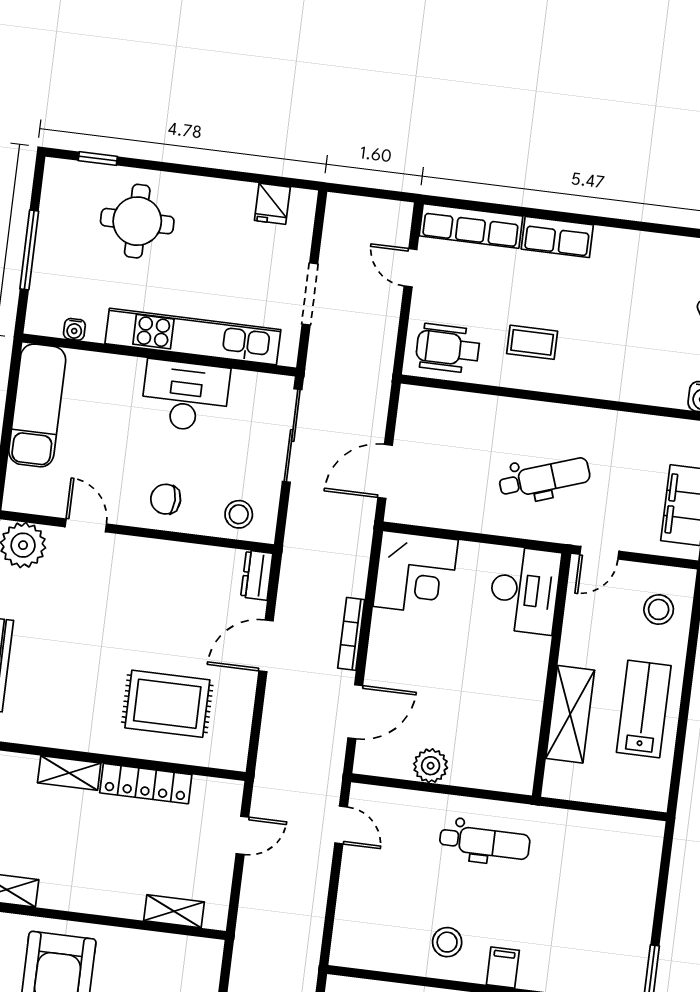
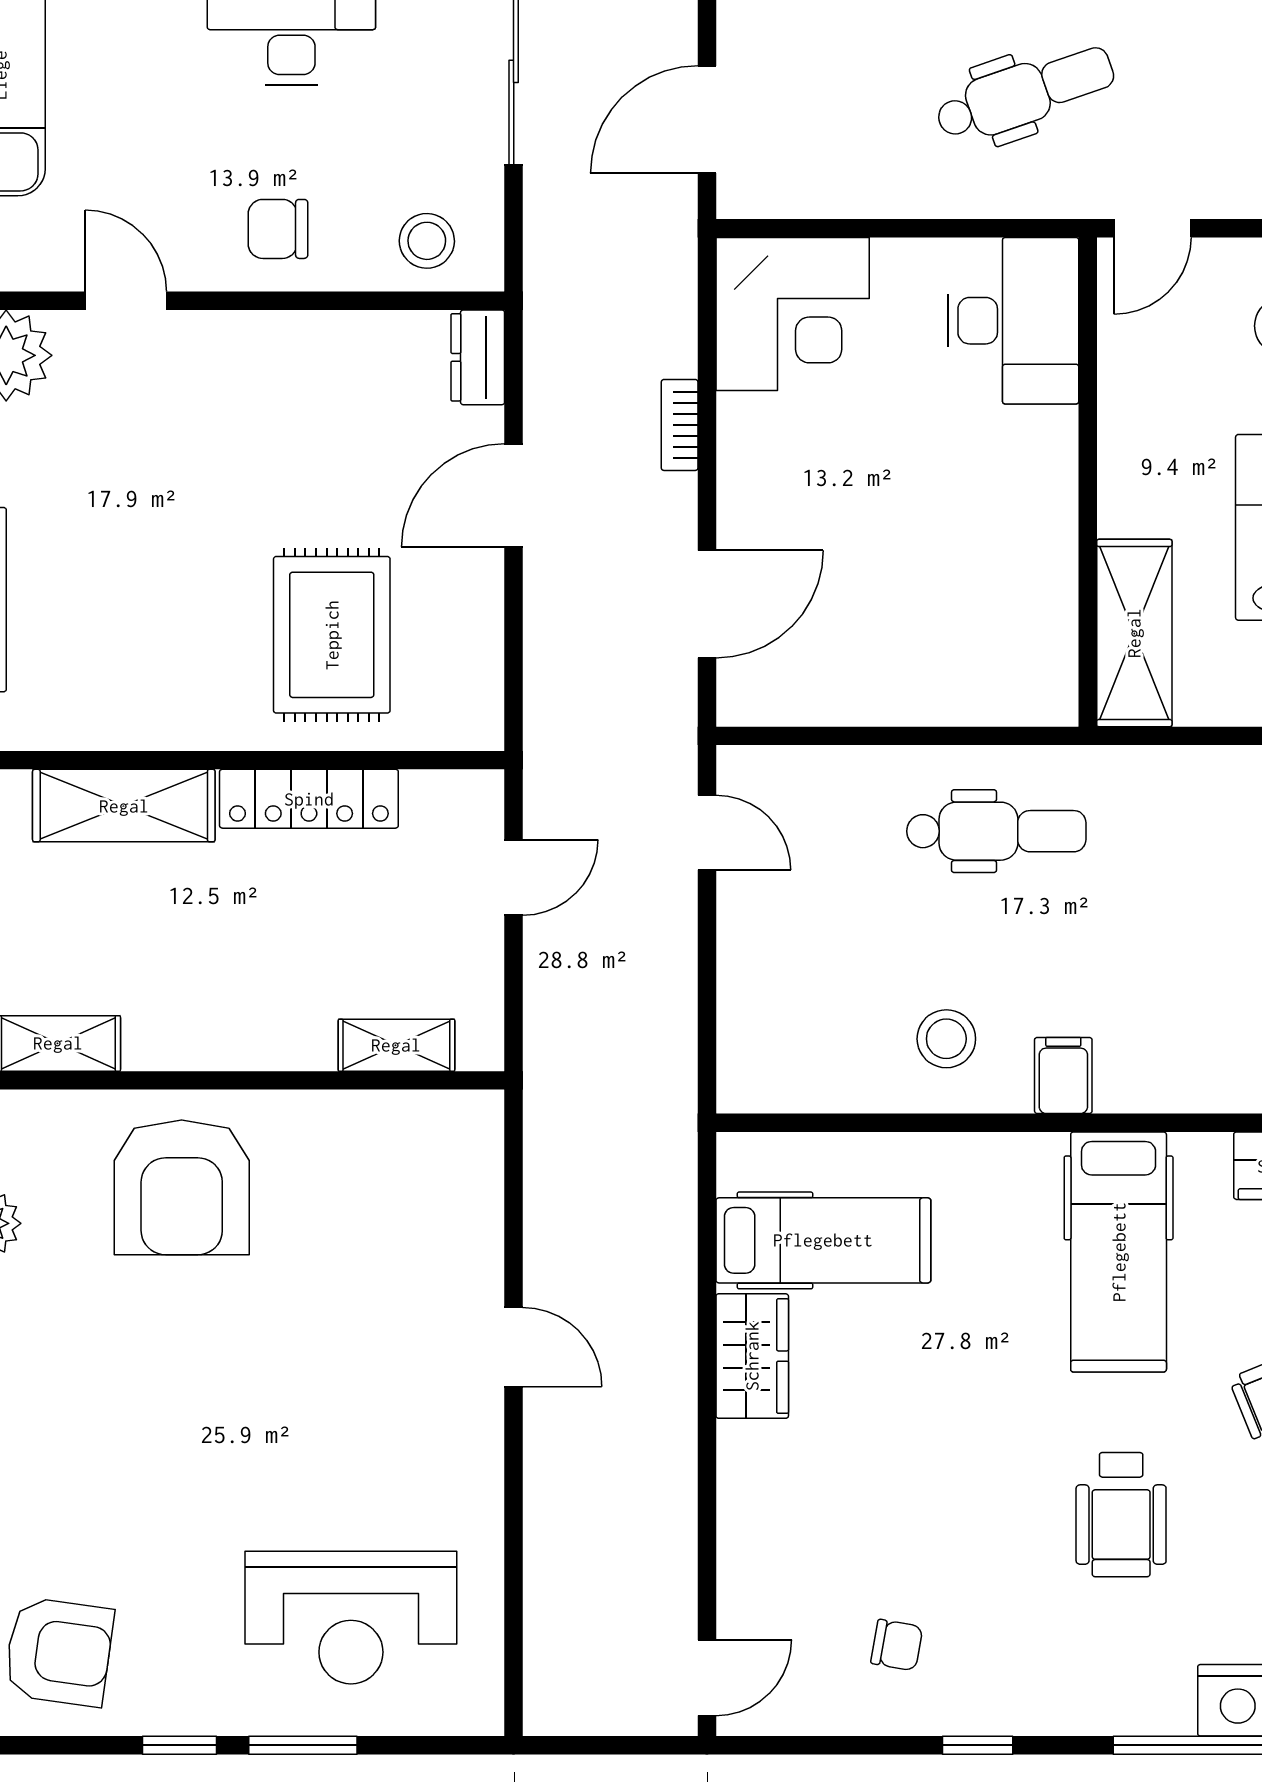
bookcase: (351, 634) -> (680, 425), width x0.64
rug: (167, 704) -> (332, 635), turned 90
shelving: (570, 714) -> (1134, 633), moved
plant: (431, 766) -> (870, 693), removed
shelving: (69, 773) -> (124, 806), width x1.50, depth x1.33

